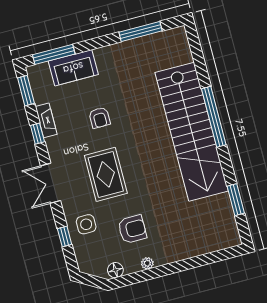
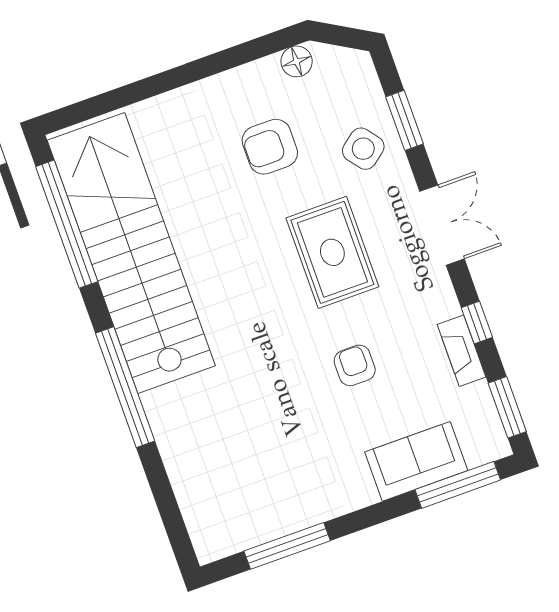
stairs: (192, 132) -> (131, 253), moved
window: (236, 200) -> (67, 224), width x2.11
side table: (86, 224) -> (363, 149), turned -38
window: (65, 236) -> (404, 120), width x1.50
plant: (147, 263) -> (233, 81), removed

